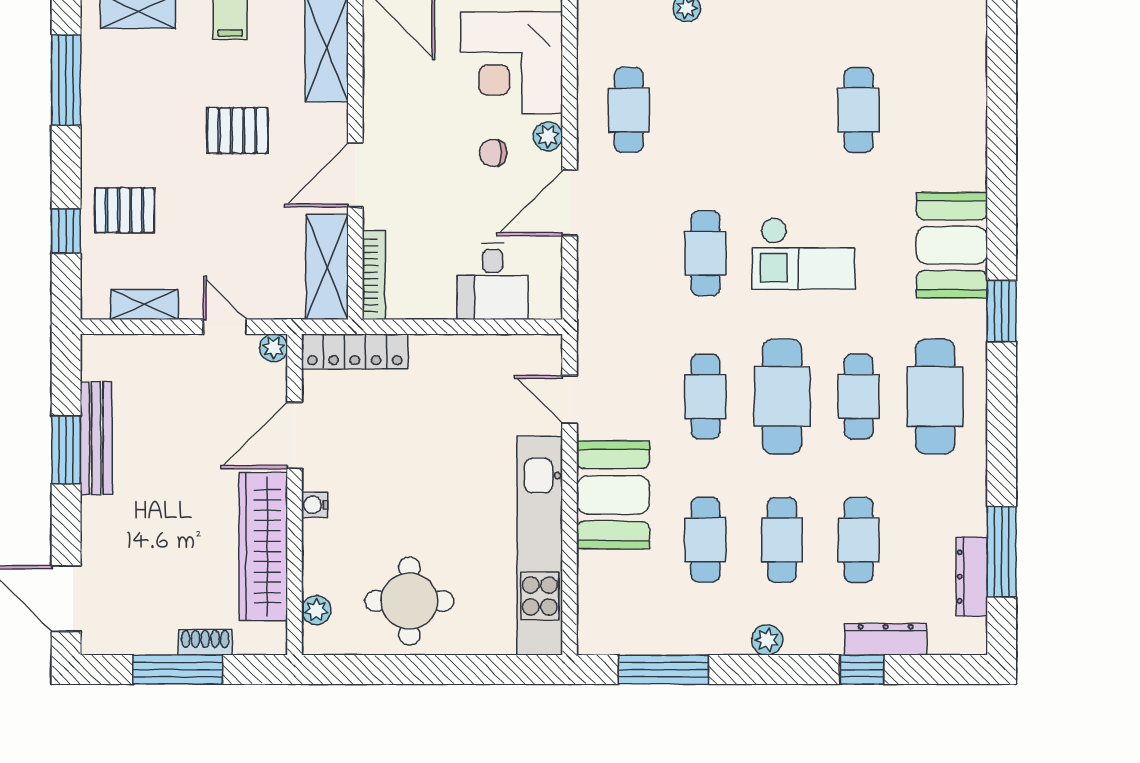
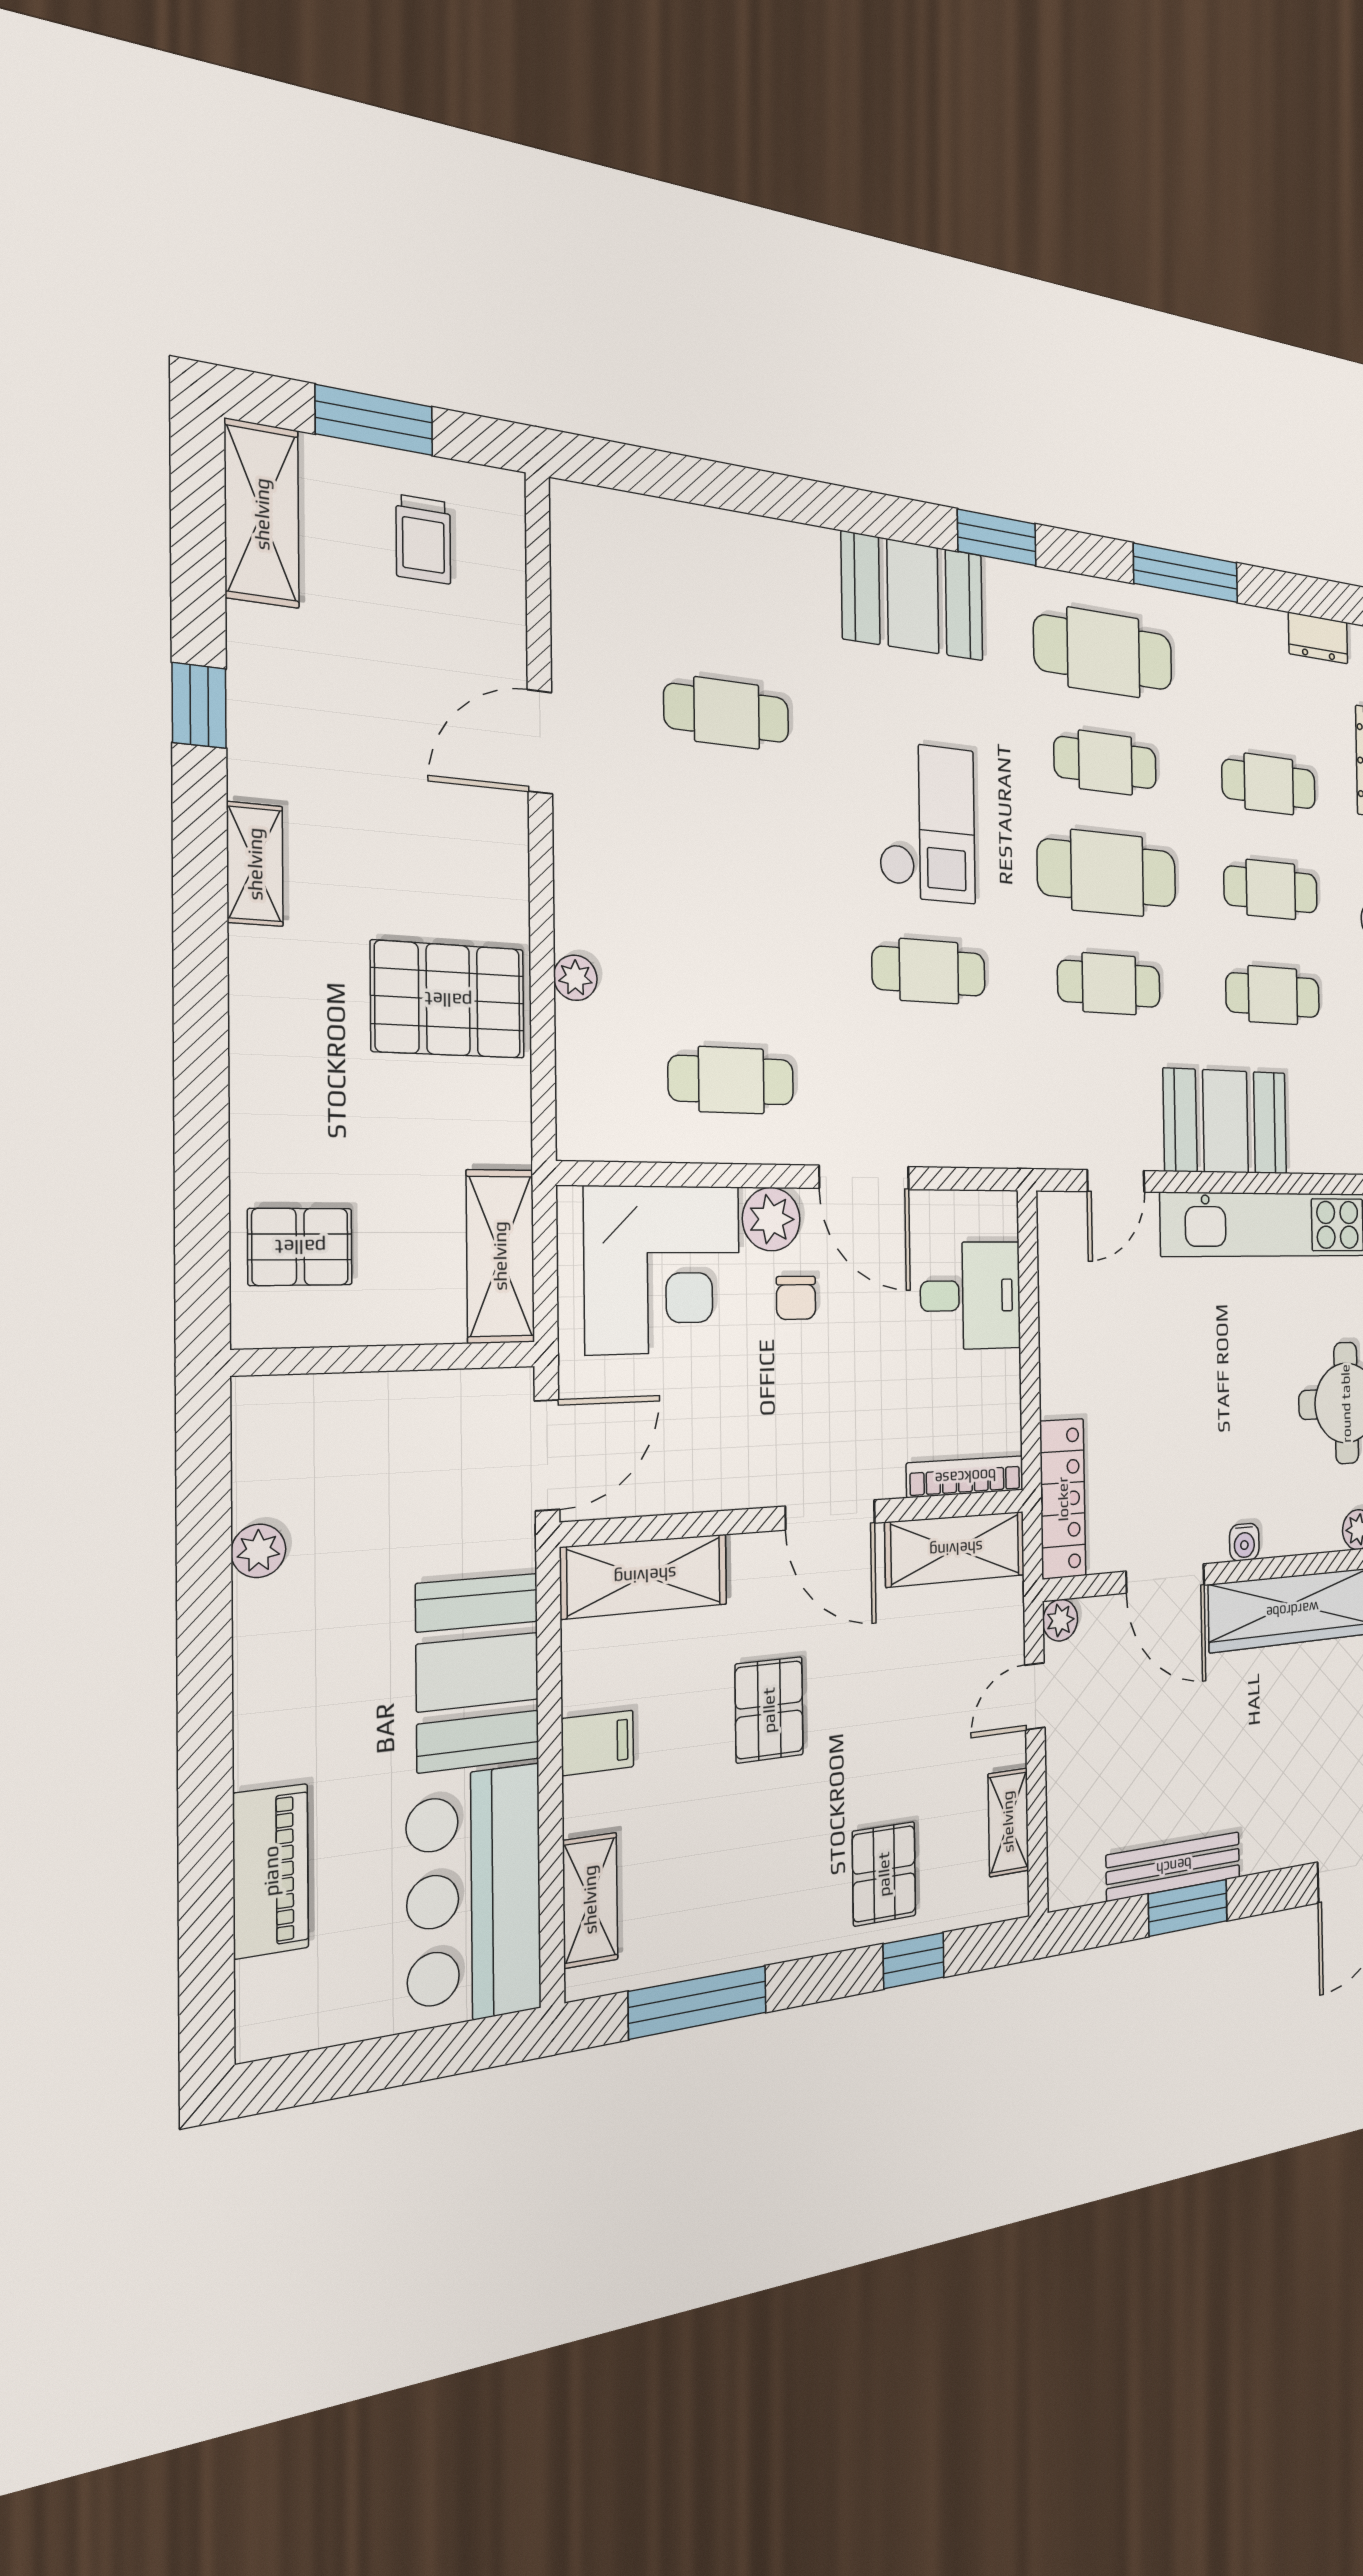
plant: (548, 136) -> (771, 1219), width x1.38, depth x1.38
window: (1002, 552) -> (1186, 573), moved
dresser: (972, 577) -> (1318, 638), width x0.70

